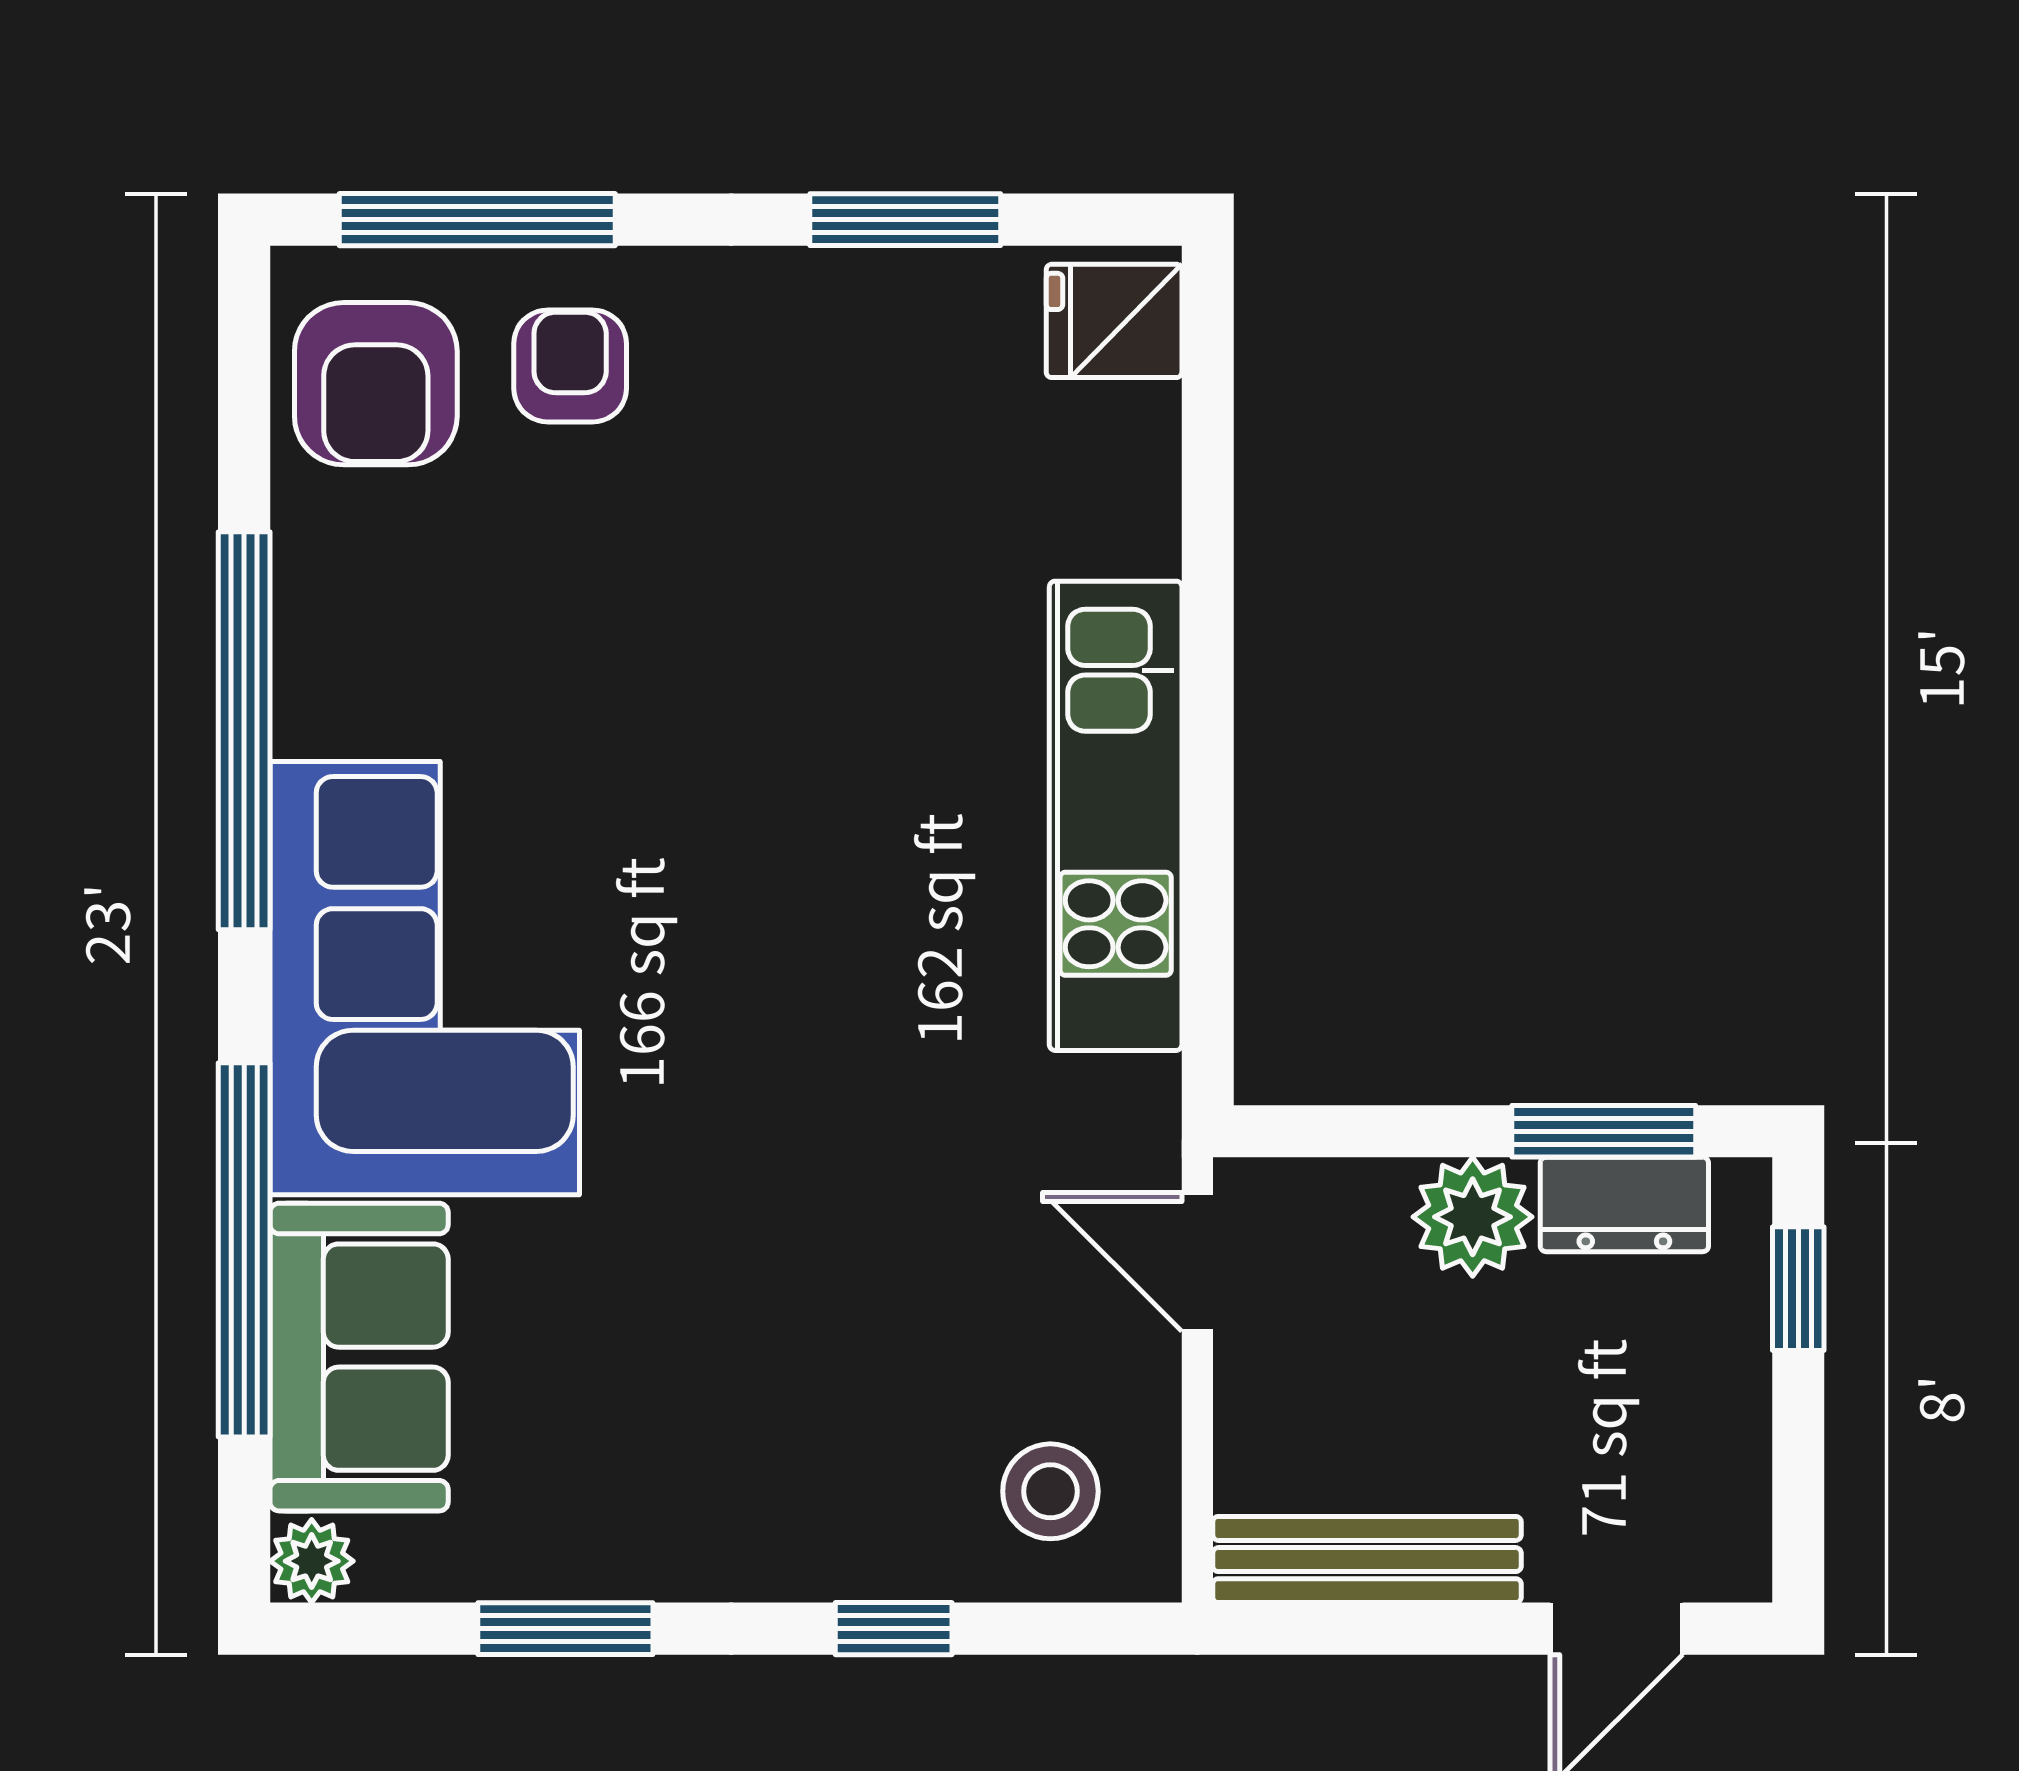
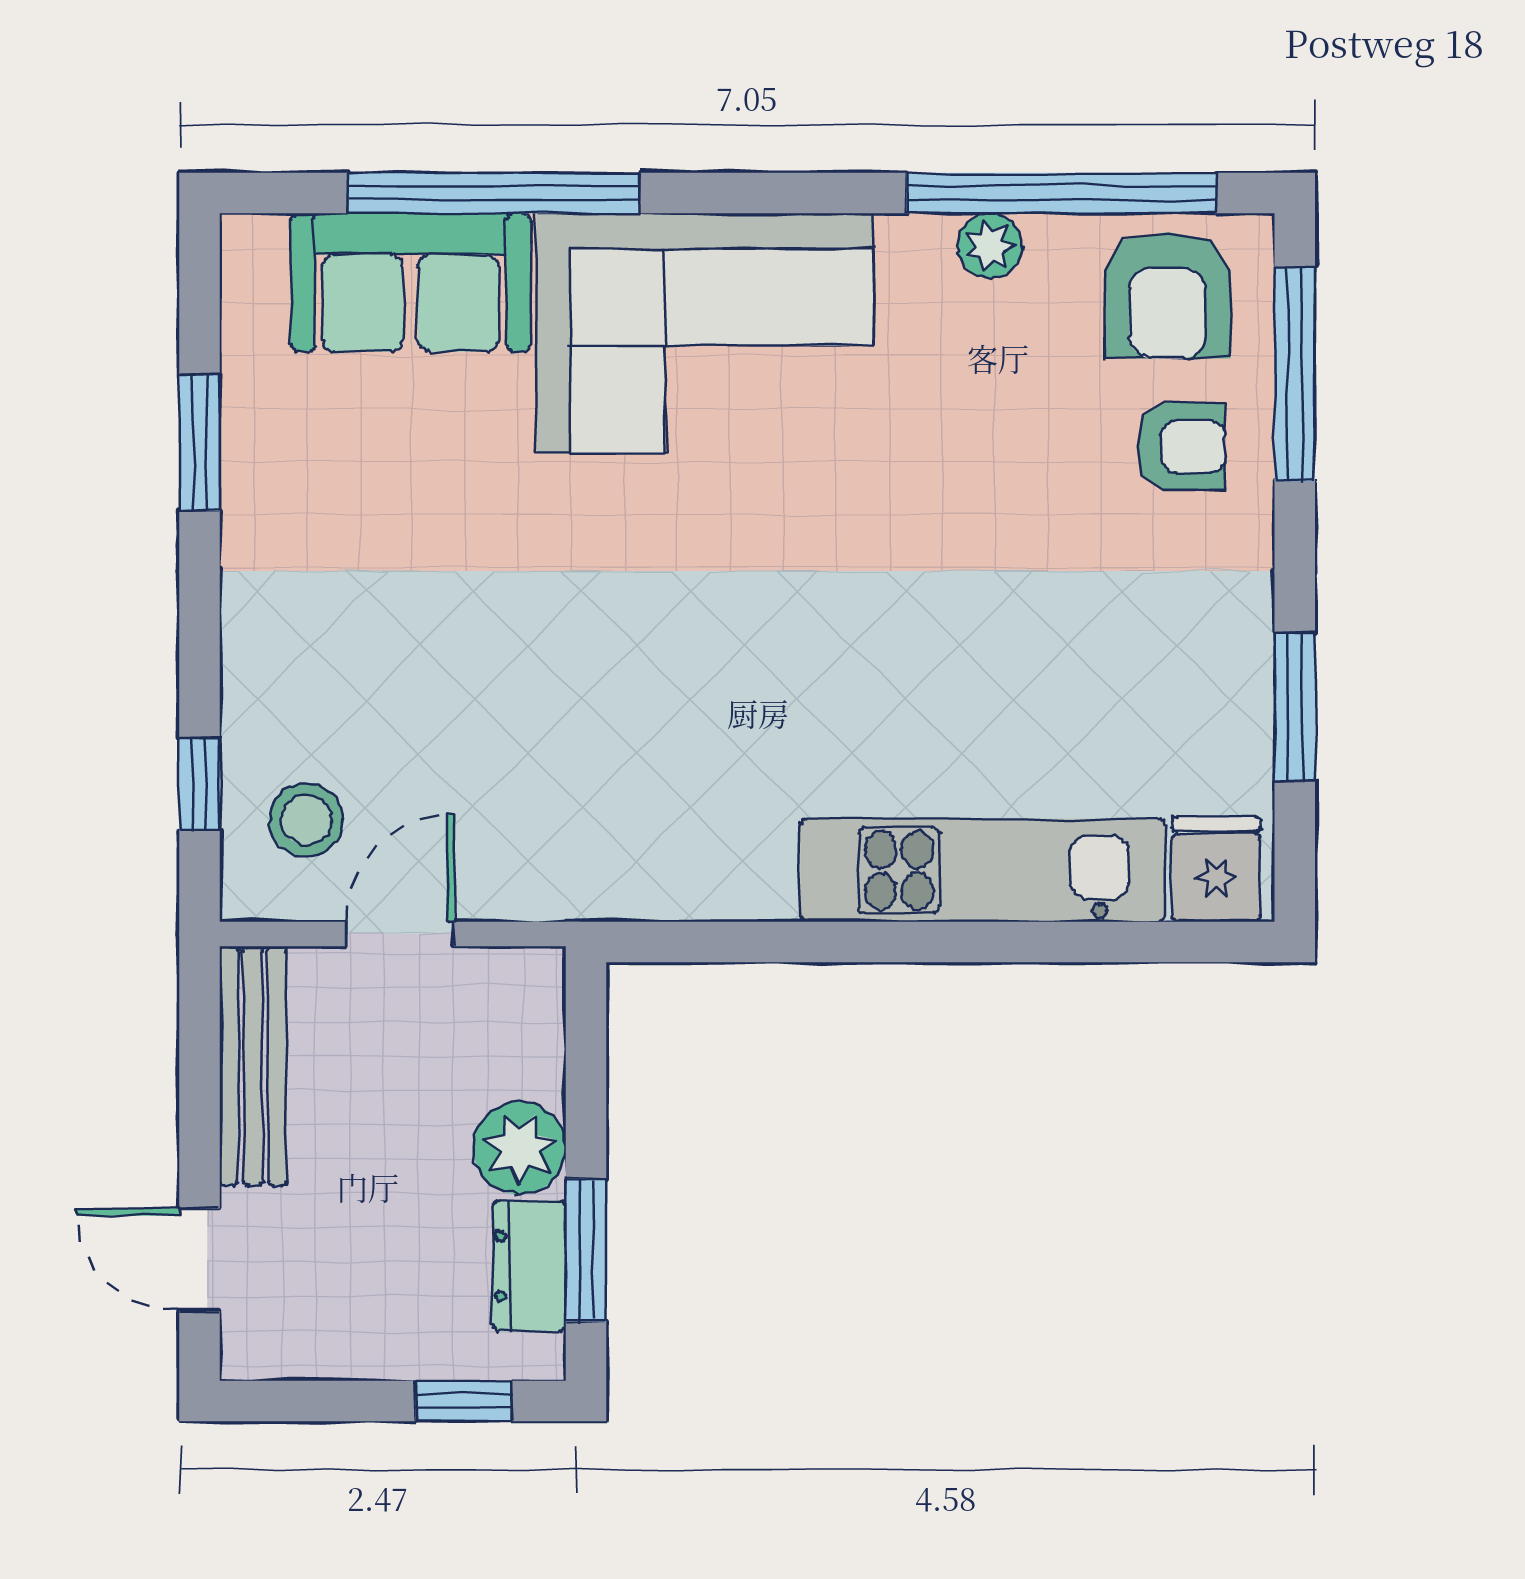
armchair: (376, 384) -> (1167, 295), turned -90
window: (244, 731) -> (1061, 193), moved
kitchen unit: (1116, 816) -> (983, 870), moved
door: (1197, 1262) -> (400, 934), moved
plant: (312, 1561) -> (990, 245), moved
window: (894, 1629) -> (199, 785), moved

